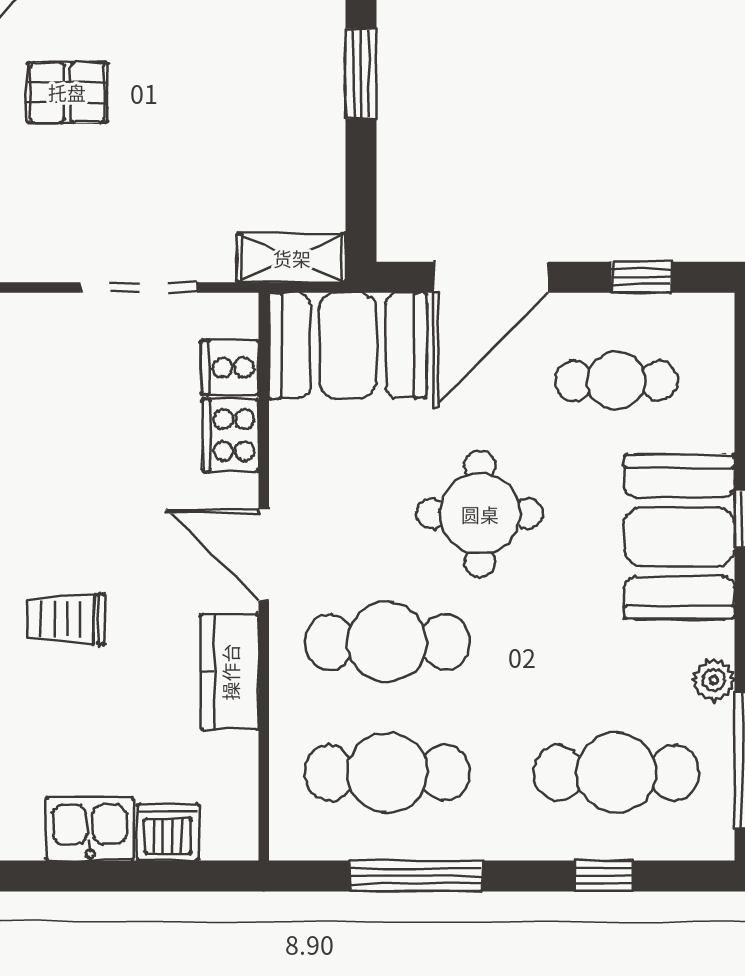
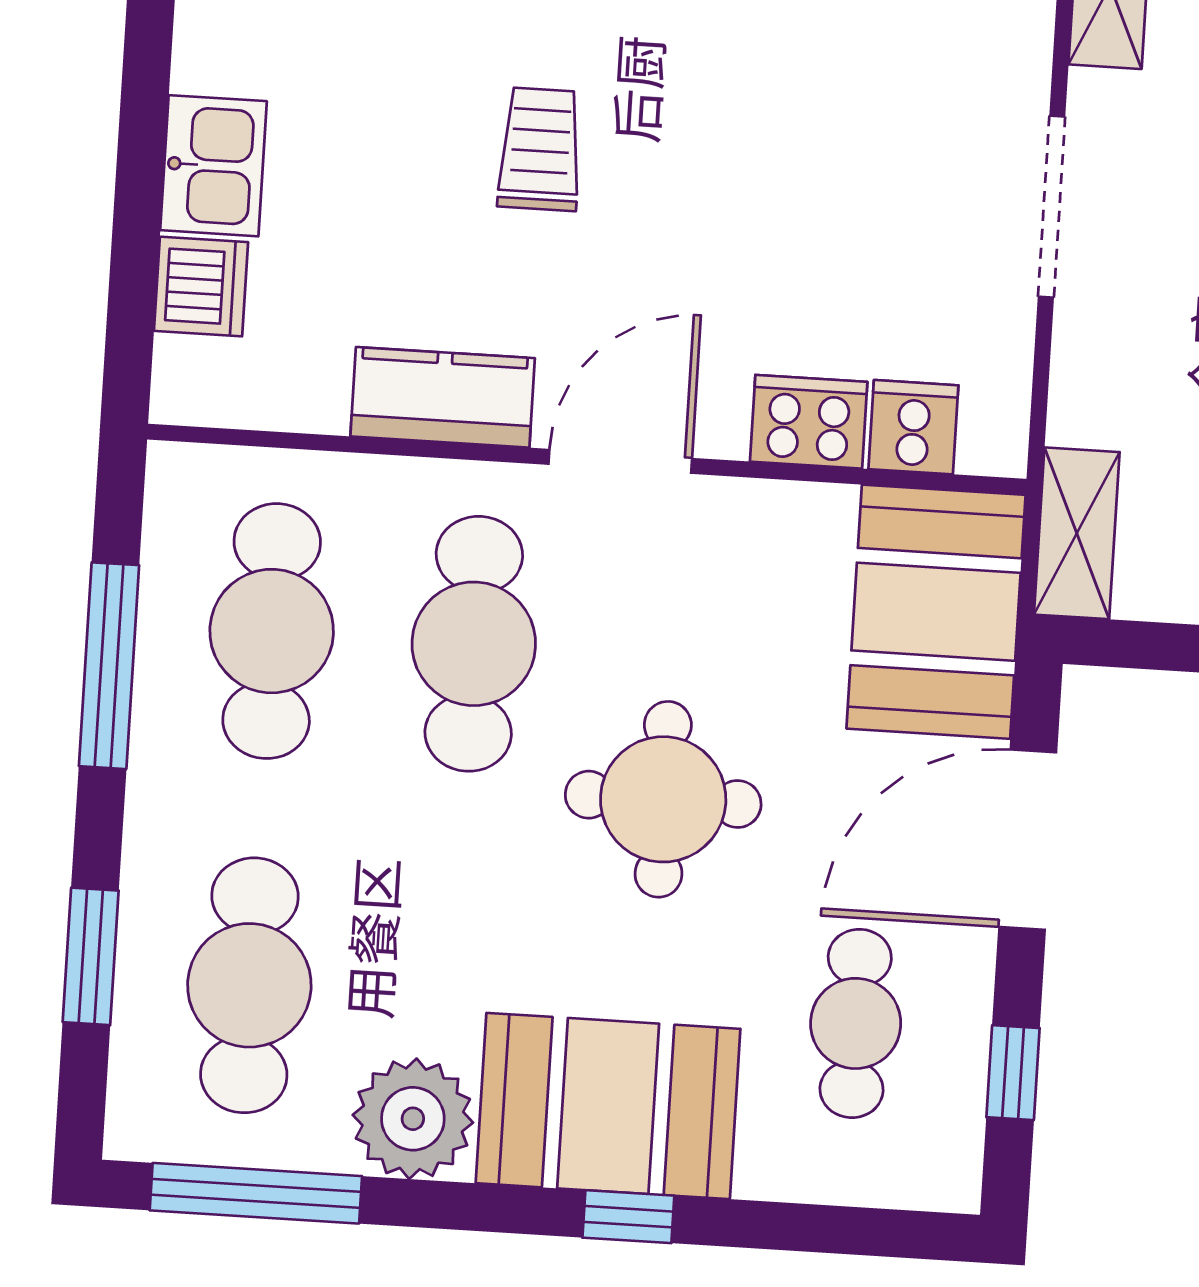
door: (491, 277) -> (1028, 840), hinge flipped
doorway: (139, 287) -> (1052, 207), moved
plant: (714, 680) -> (413, 1119), width x1.88, depth x1.88
window: (604, 876) -> (91, 956), width x1.50

